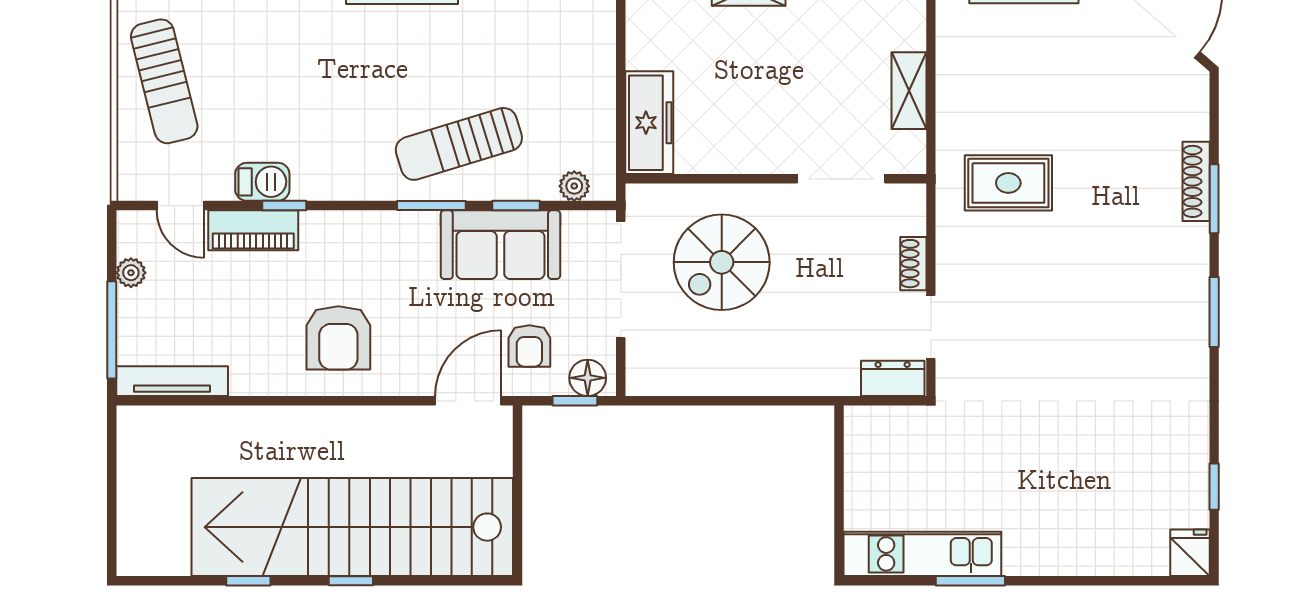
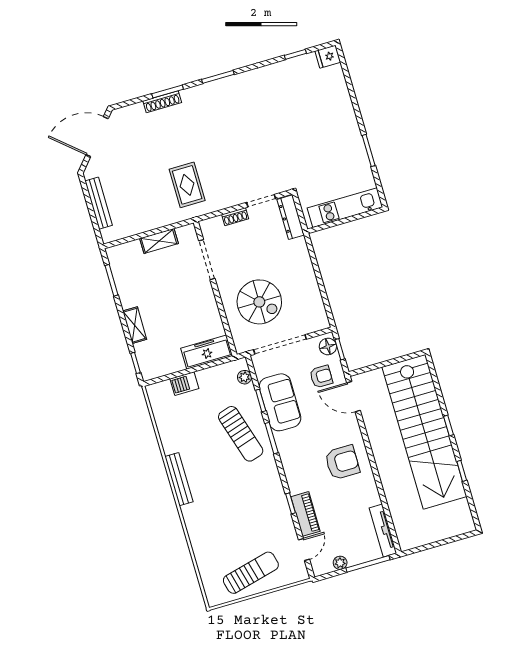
barbecue: (262, 182) -> (184, 384), moved, turned -90
dresser: (893, 378) -> (291, 217), width x1.44
kitchen unit: (922, 554) -> (345, 208), moved, turned 90

